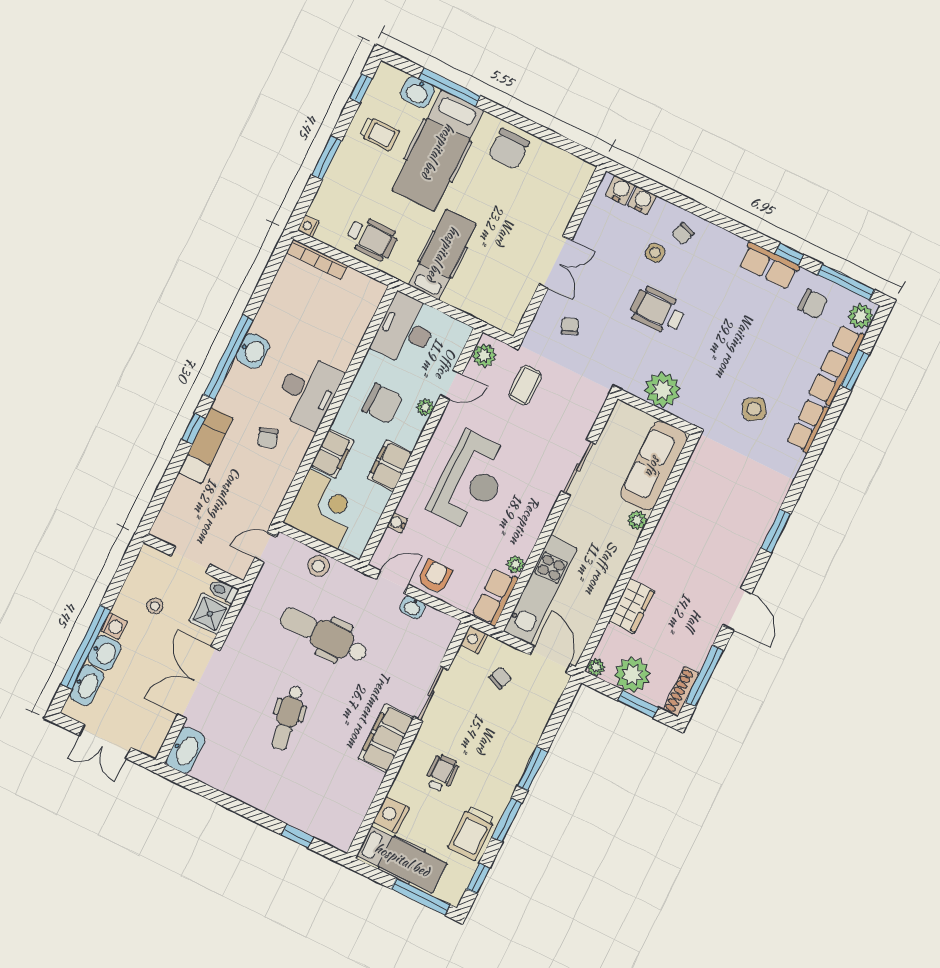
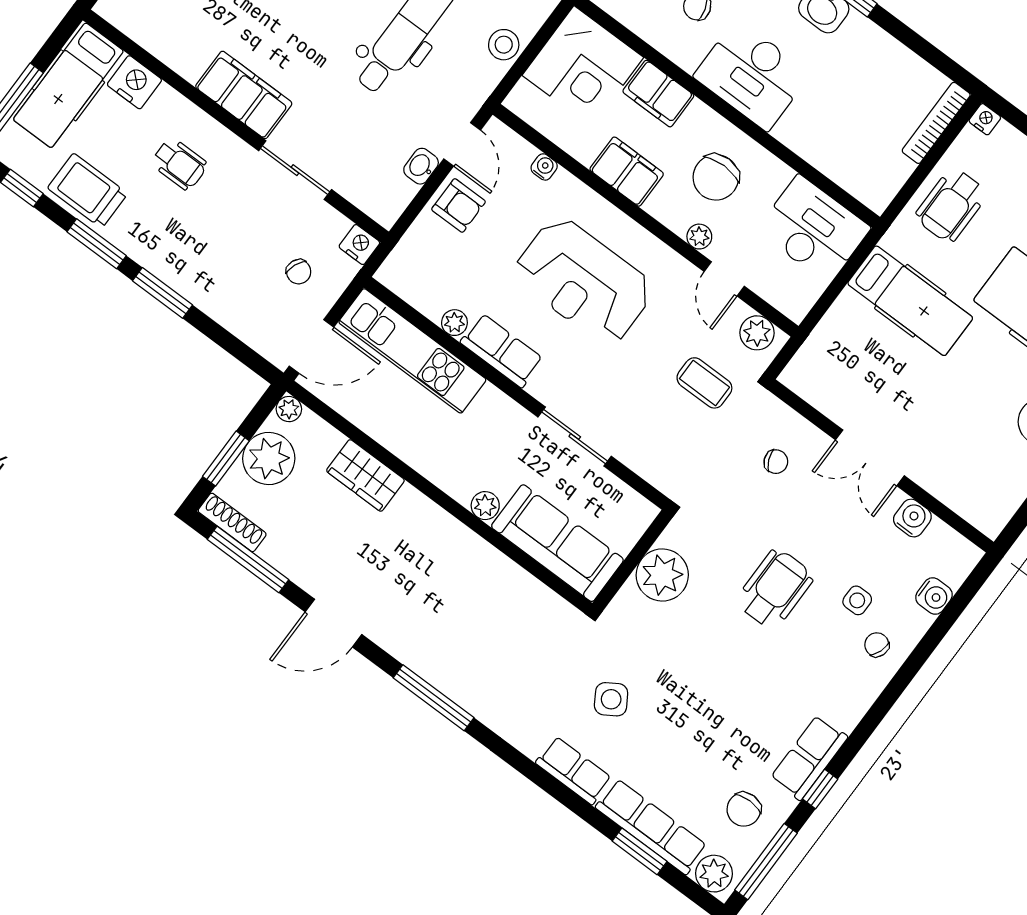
water cooler: (620, 190) -> (912, 518), moved, turned -90
window: (776, 531) -> (434, 698), width x1.44
row of seats: (495, 597) -> (502, 351), moved

